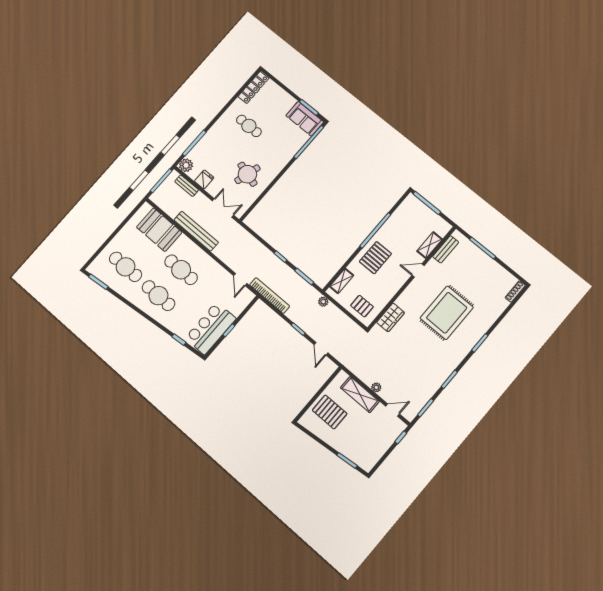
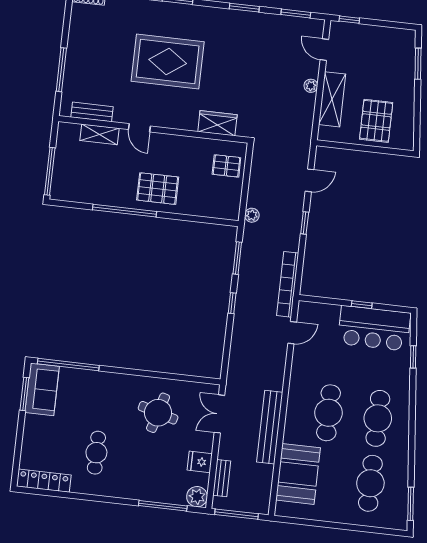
shelving: (342, 281) -> (213, 210), removed
pallet: (362, 306) -> (226, 166), turned 90

